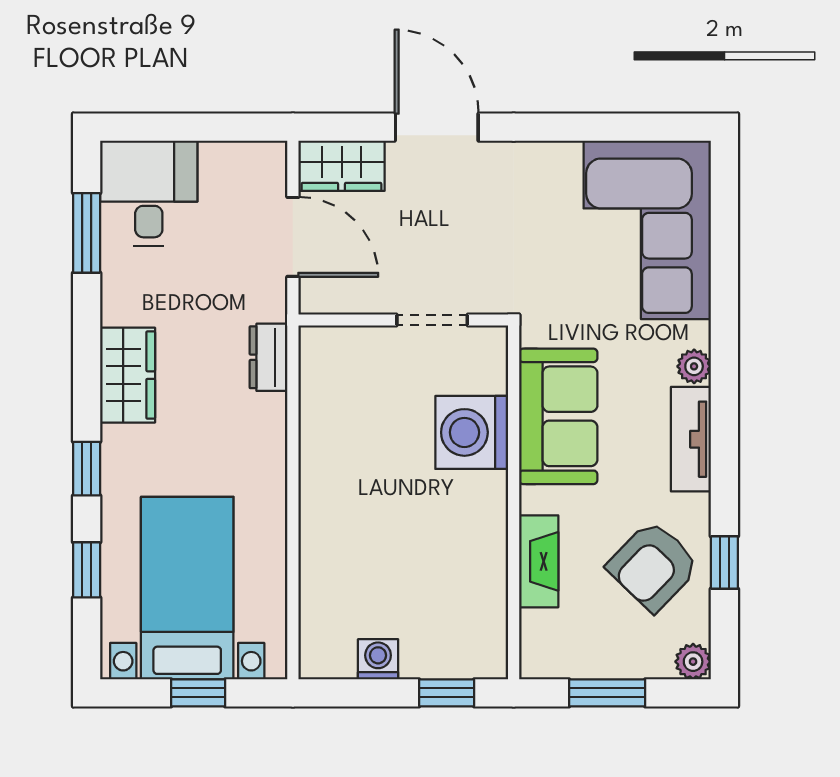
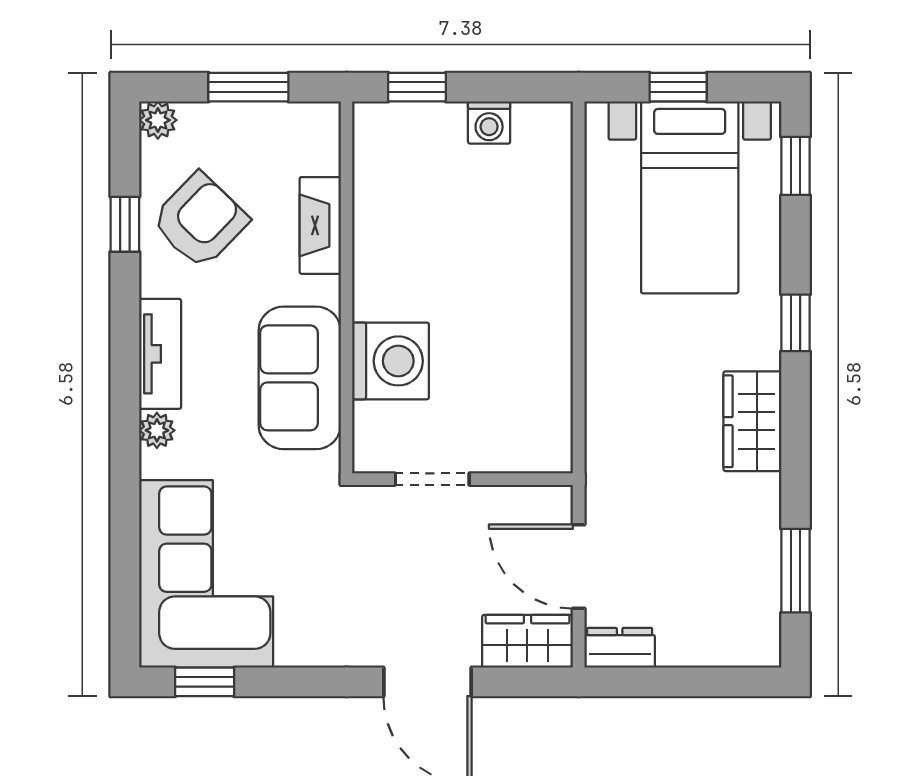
window: (649, 127) -> (205, 682), added
desk: (149, 193) -> (730, 612), removed
dresser: (269, 357) -> (620, 648), moved, turned -90
window: (87, 570) -> (795, 166), moved

